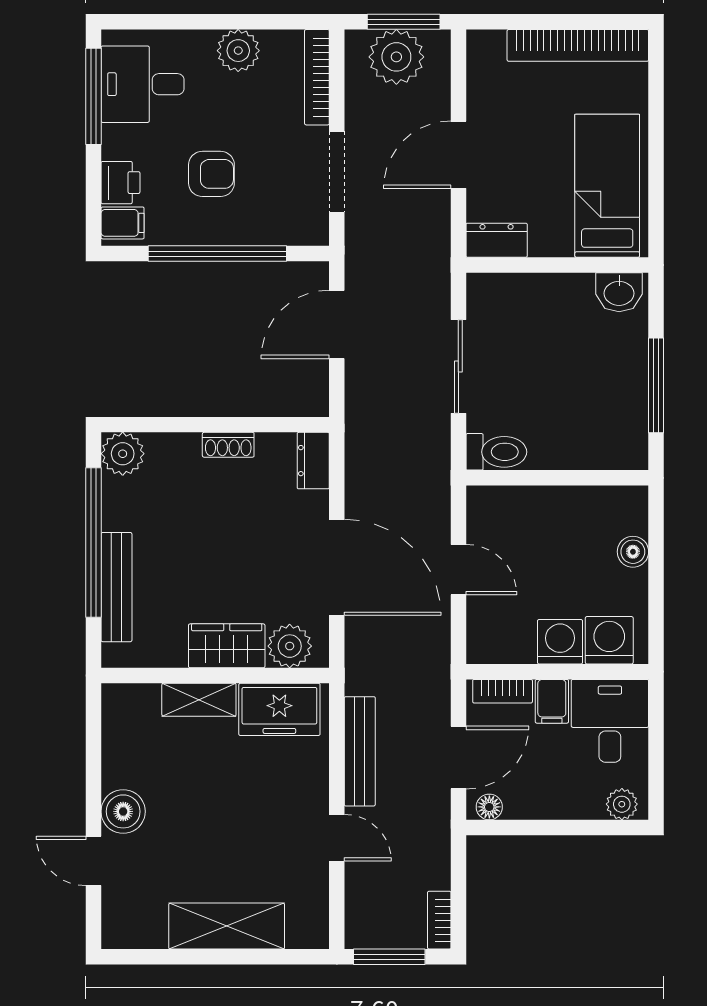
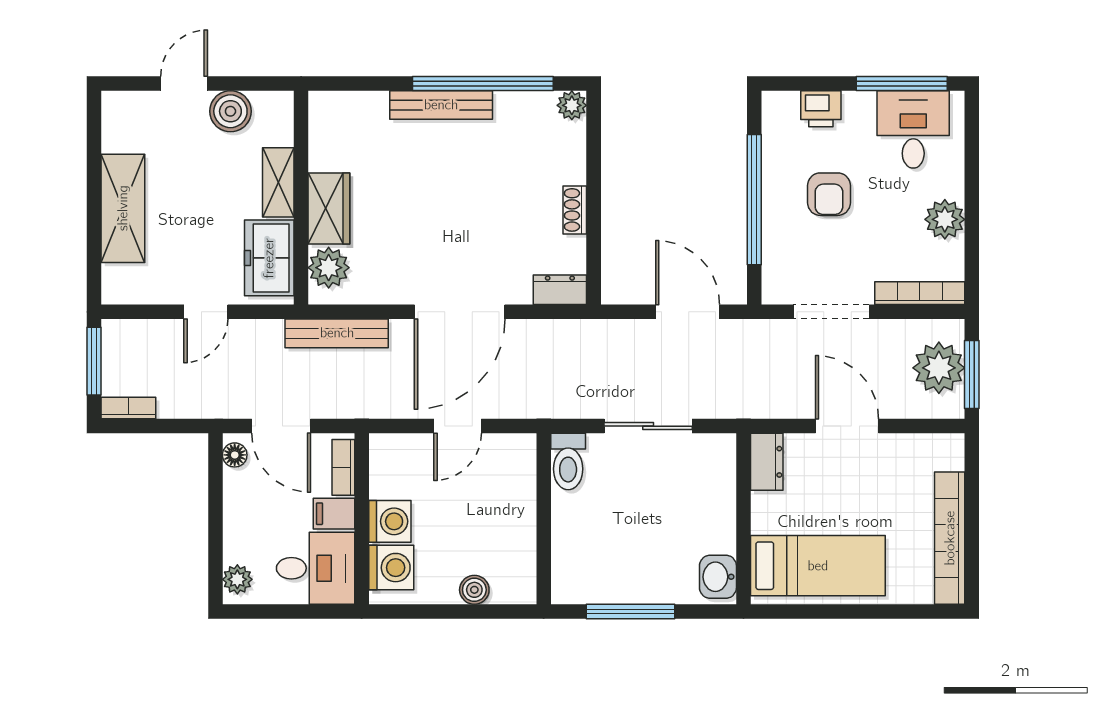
filing cabinet: (123, 223) -> (783, 111), removed
plant: (123, 454) -> (572, 105), width x0.73, depth x0.73
wardrobe: (227, 646) -> (329, 208), moved
plant: (290, 646) -> (329, 268), moved
wall: (215, 675) -> (301, 198), moved
shelving: (199, 700) -> (278, 182), moved
freezer: (279, 709) -> (269, 258), moved
bench: (360, 751) -> (337, 333), moved

